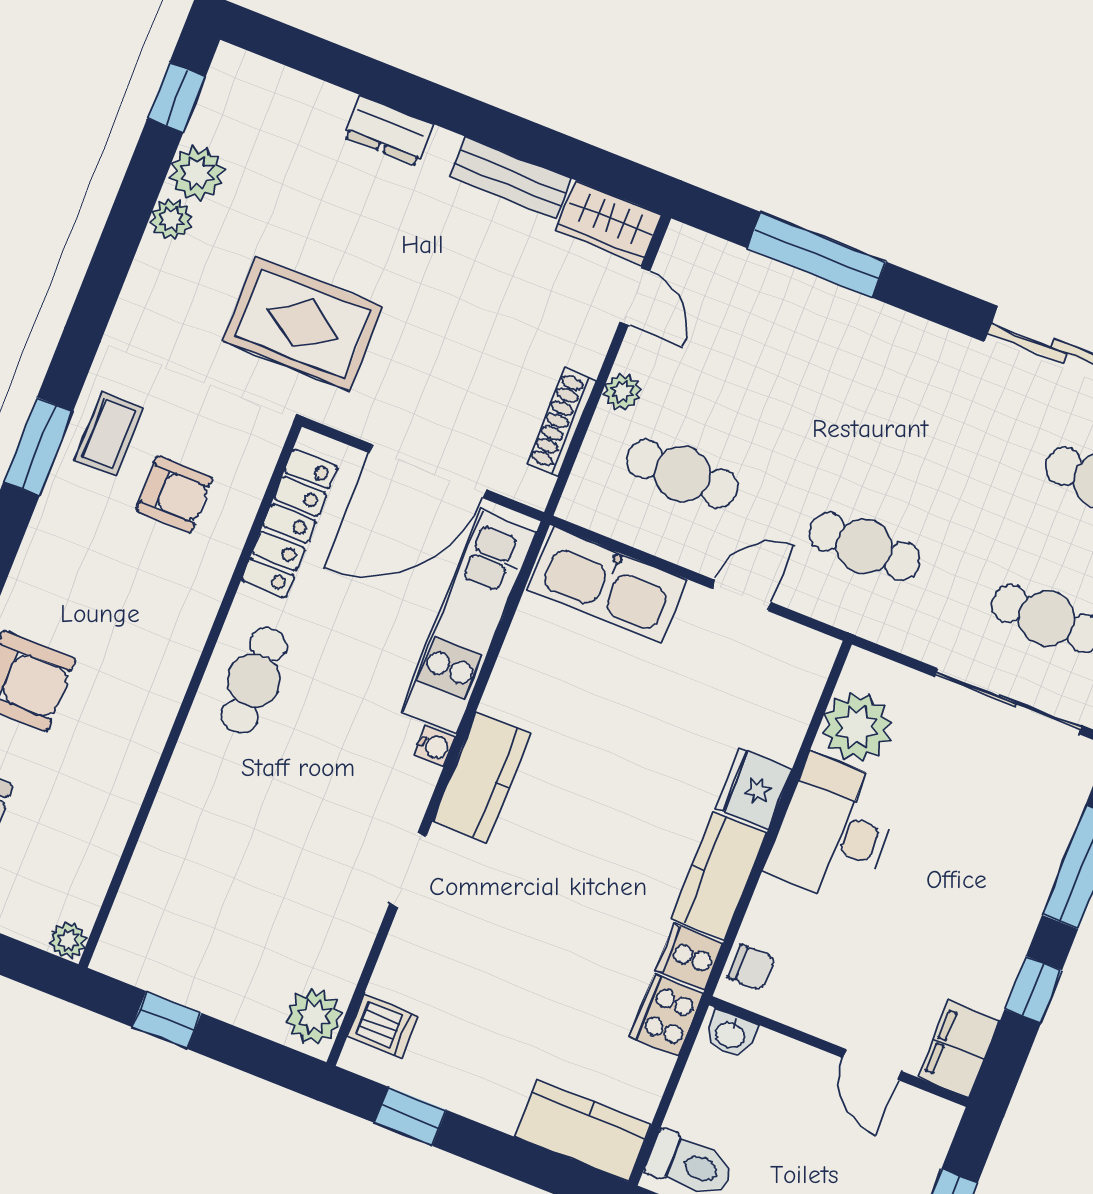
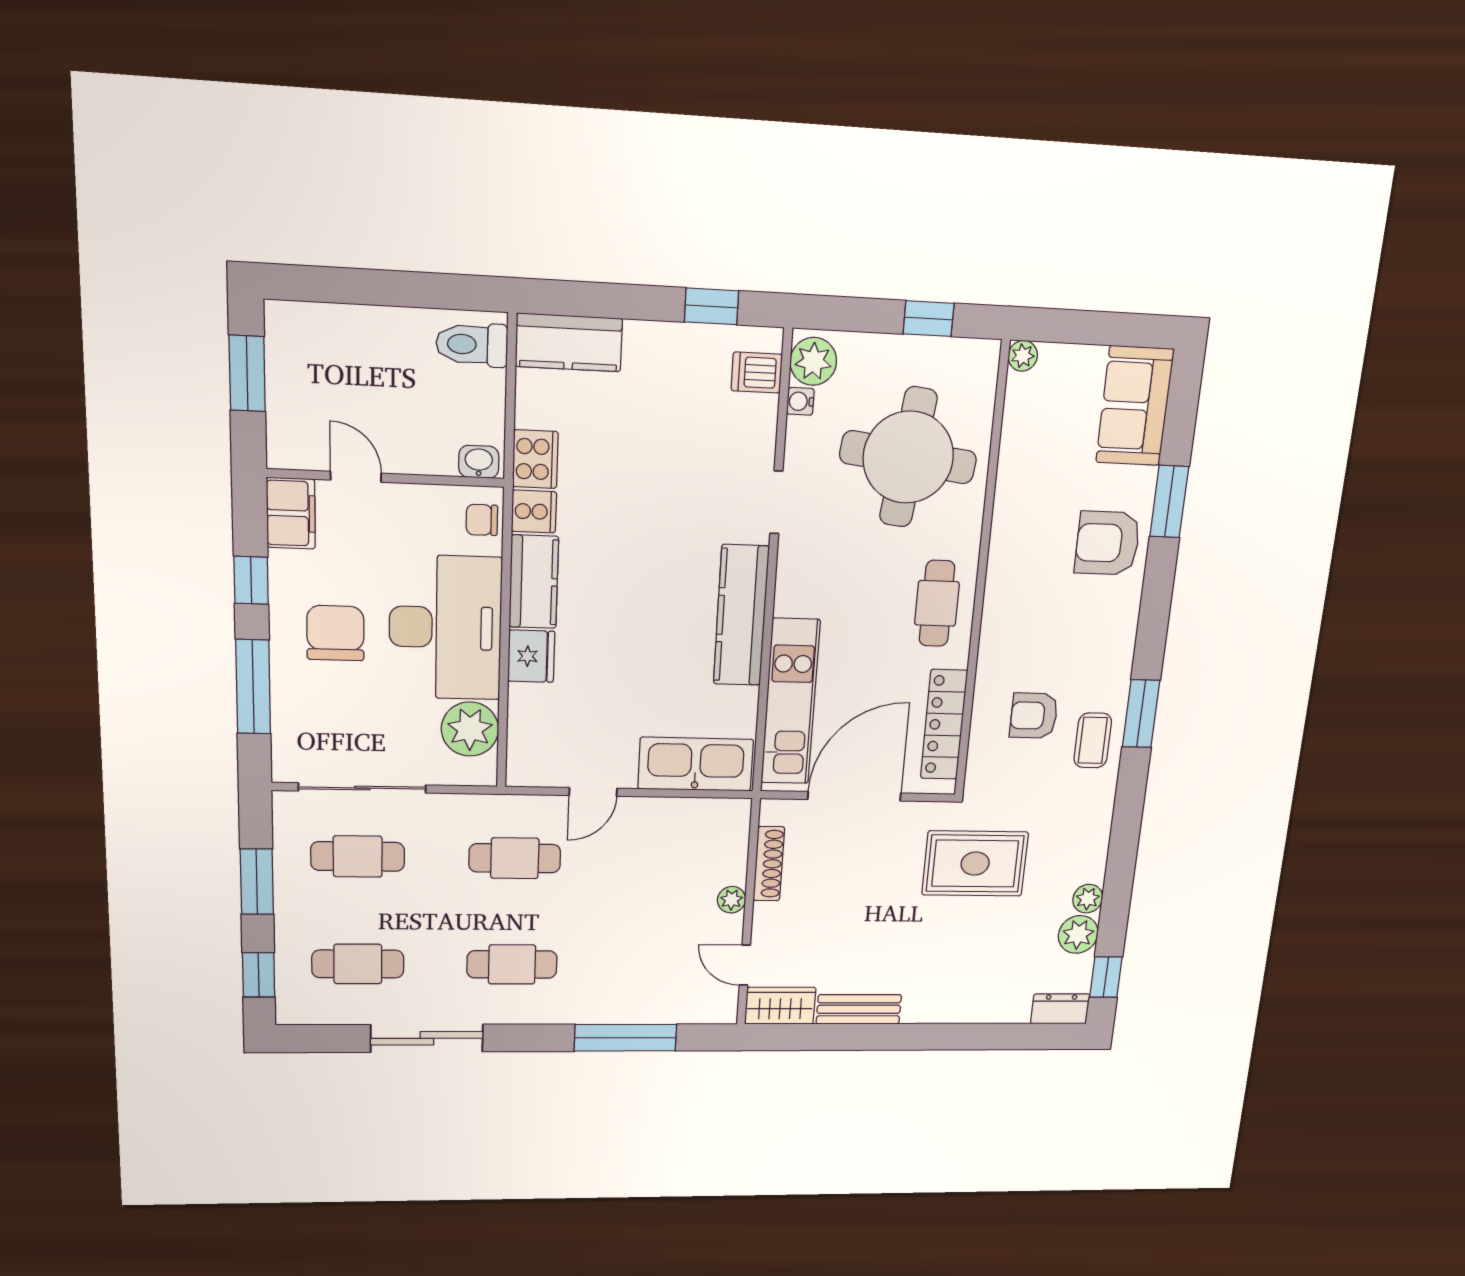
dresser: (389, 130) -> (1060, 1009), moved
cafe table: (682, 474) -> (512, 964), moved
water cooler: (435, 746) -> (800, 401), moved
kitchen counter: (482, 777) -> (741, 615), width x1.50
desk: (834, 830) -> (445, 628), width x1.36, depth x1.30
round table: (237, 869) -> (908, 457), added
chair: (965, 896) -> (335, 633), added

